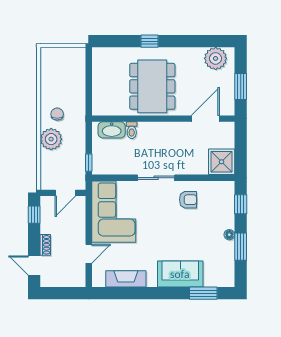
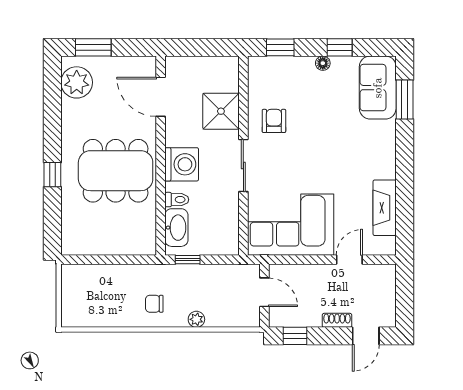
window: (241, 87) -> (93, 47), moved
washing machine: (157, 134) -> (182, 164), added
plant: (51, 139) -> (196, 319), width x0.53, depth x0.53
shower: (222, 162) -> (221, 111), moved
window: (89, 163) -> (188, 260), moved
window: (241, 247) -> (340, 47), width x0.67
door: (89, 254) -> (349, 260), hinge flipped
sofa: (180, 274) -> (378, 88), moved

